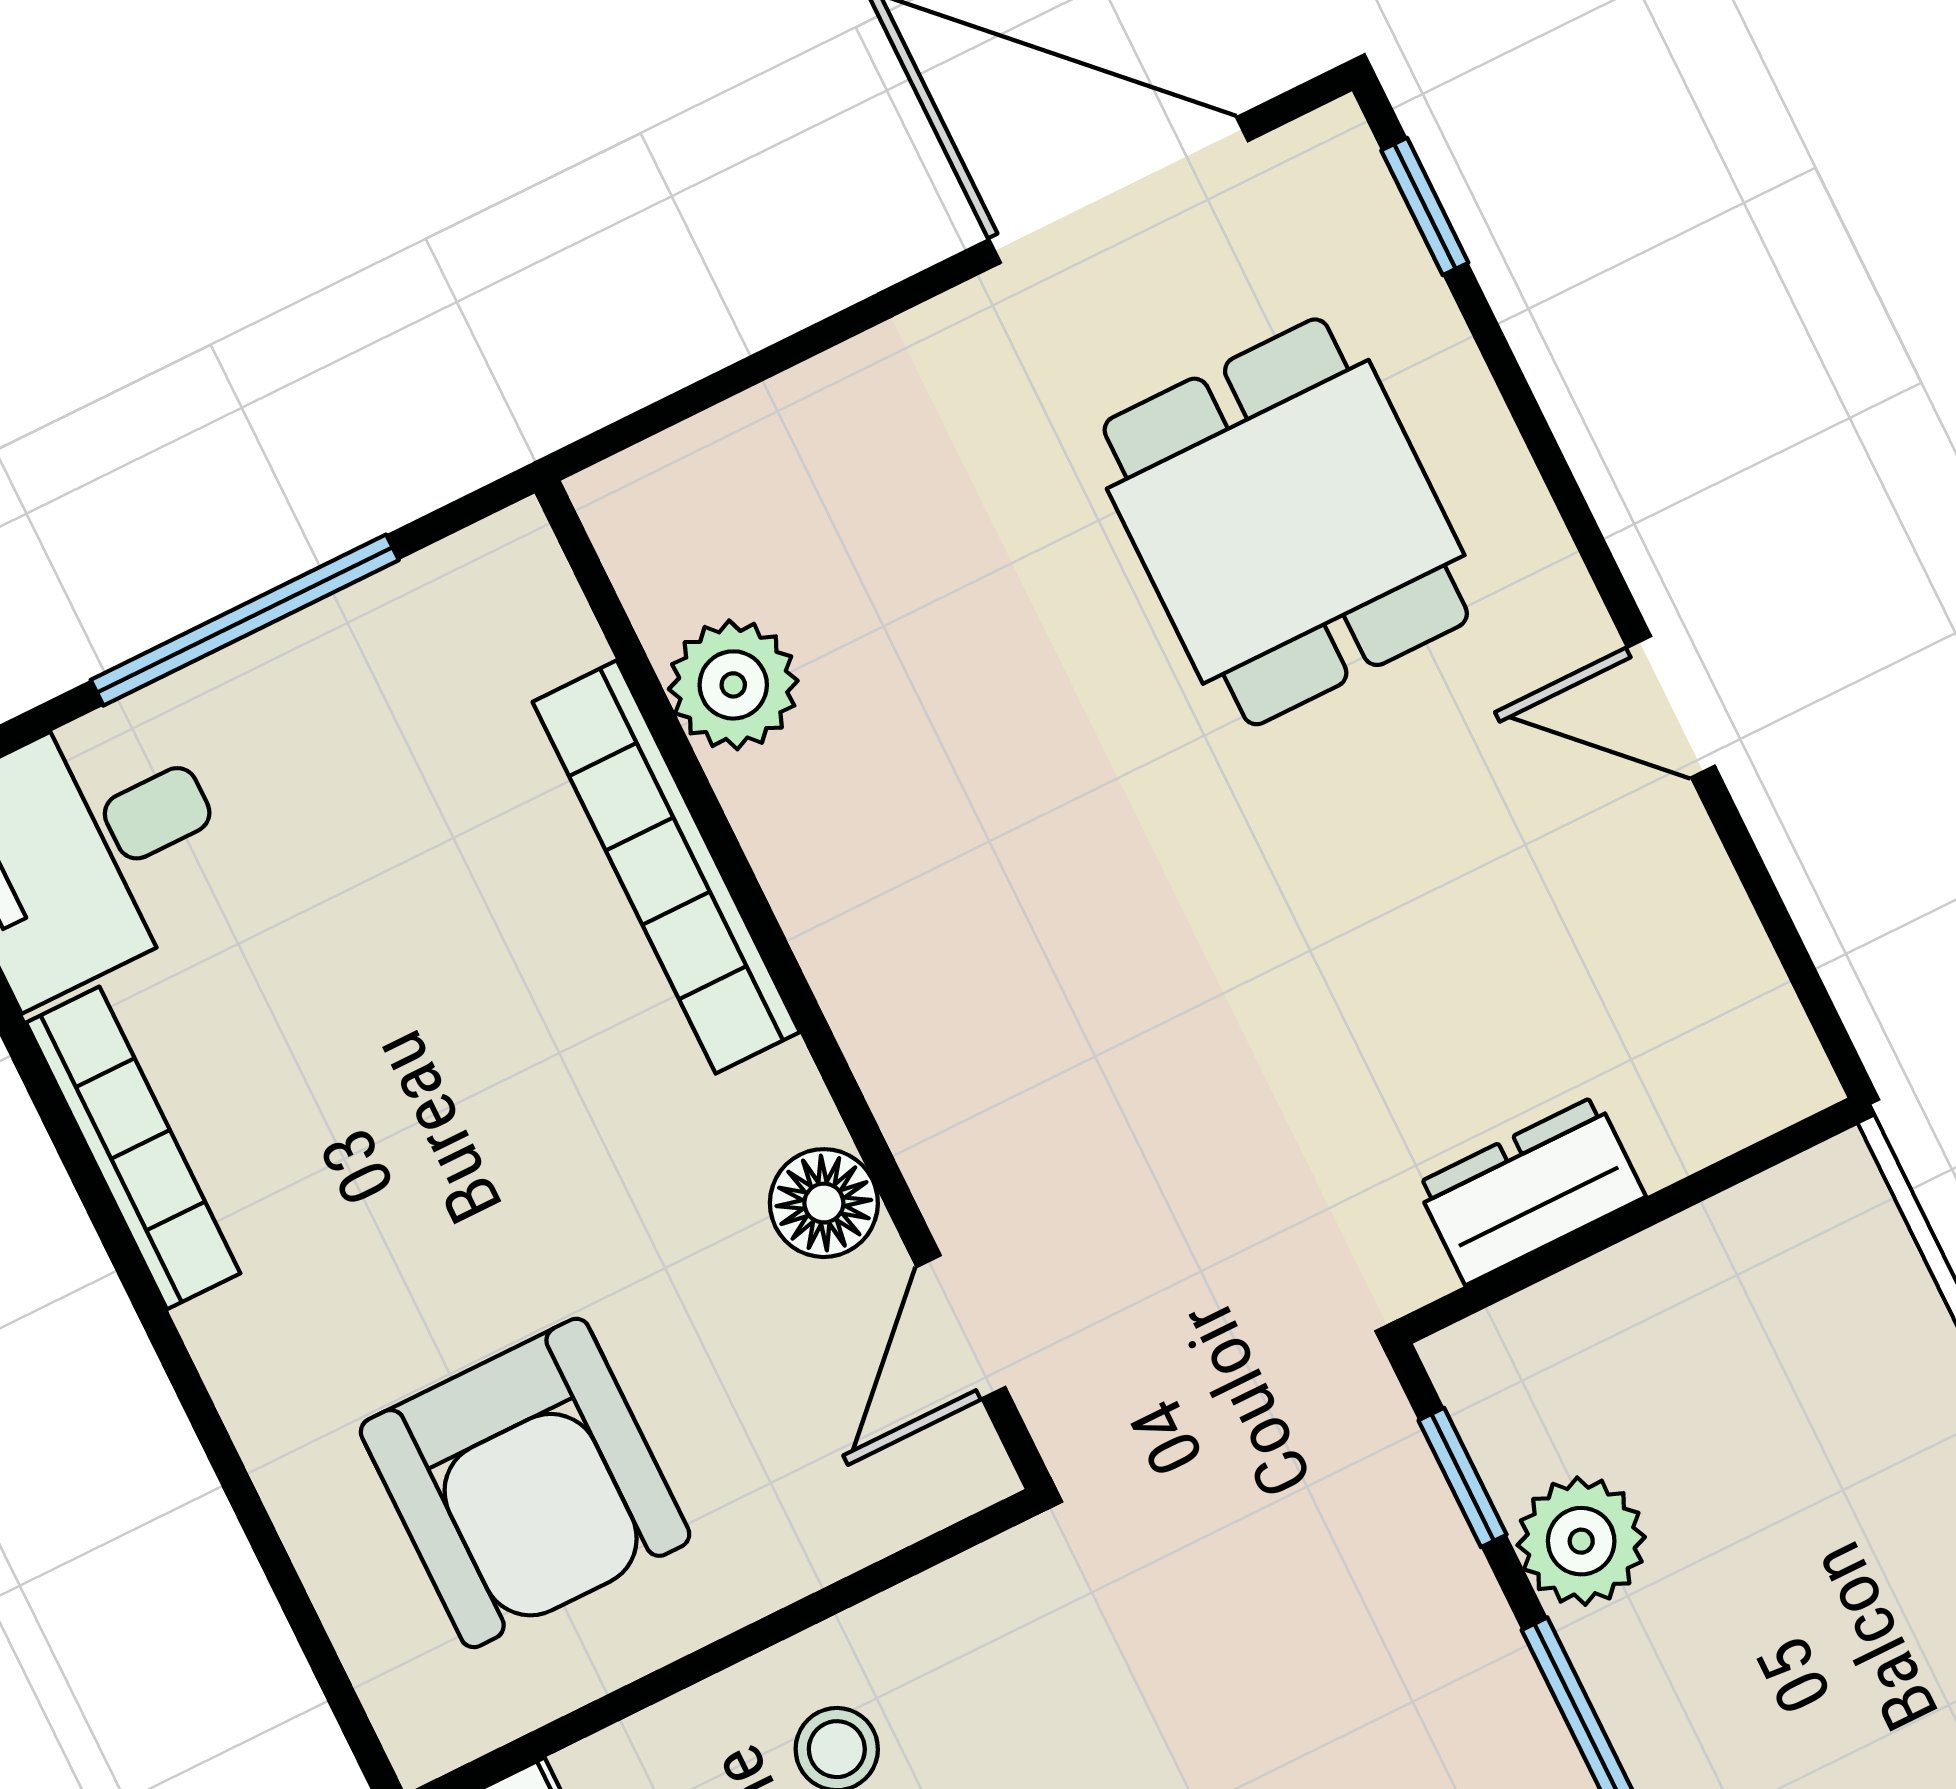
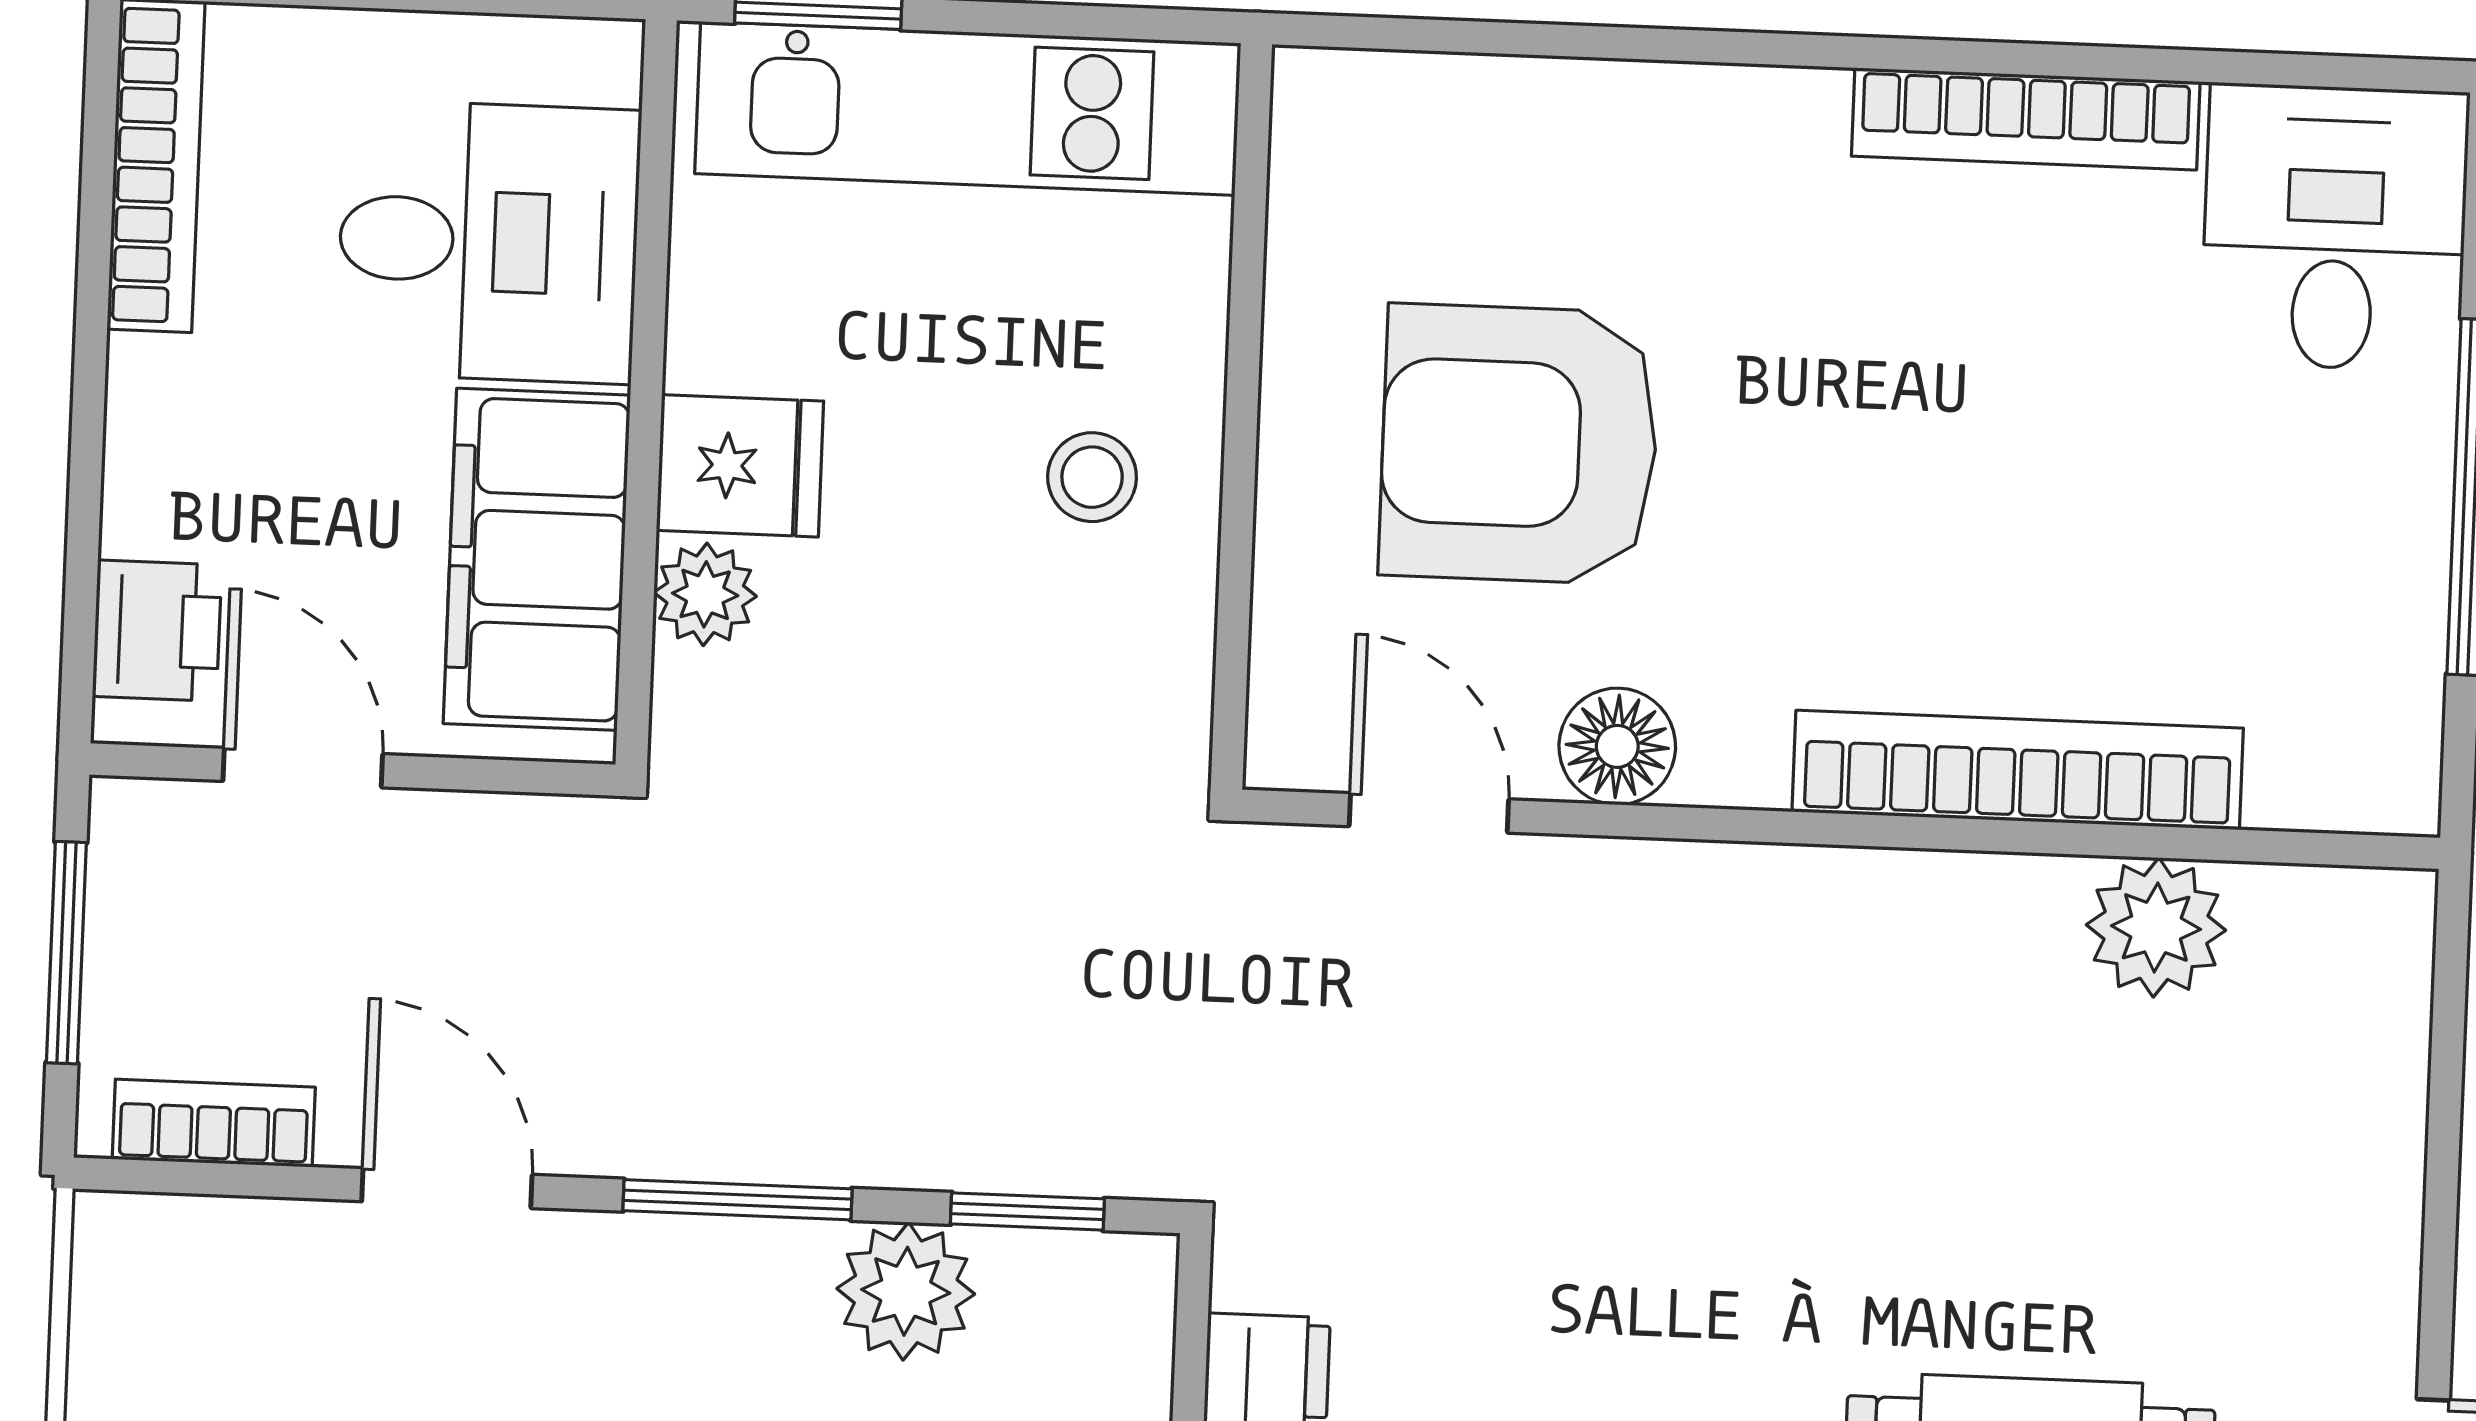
armchair: (525, 1483) -> (1519, 444), moved

